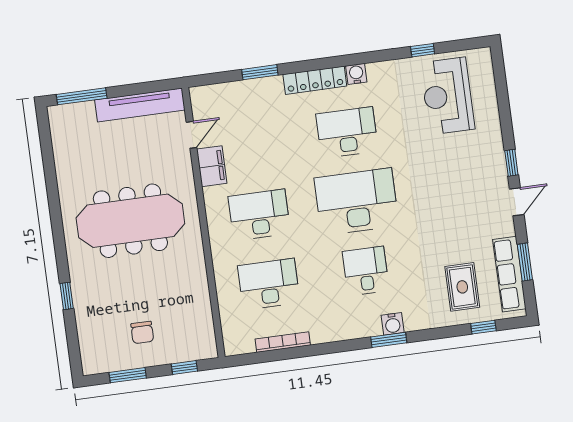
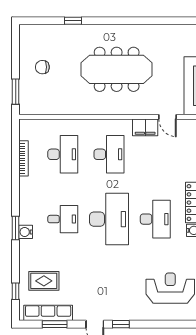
meeting table: (130, 221) -> (117, 69), turned 90
window: (184, 368) -> (16, 92), width x1.50
window: (128, 375) -> (16, 54), removed

